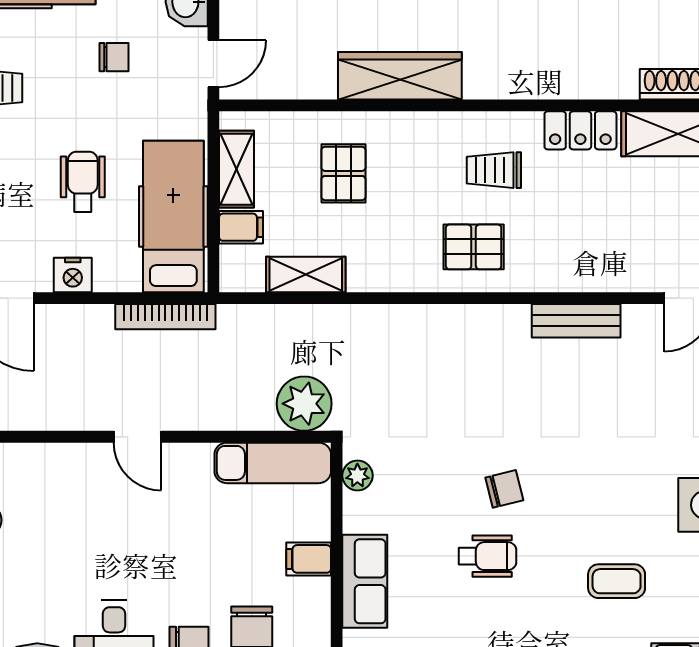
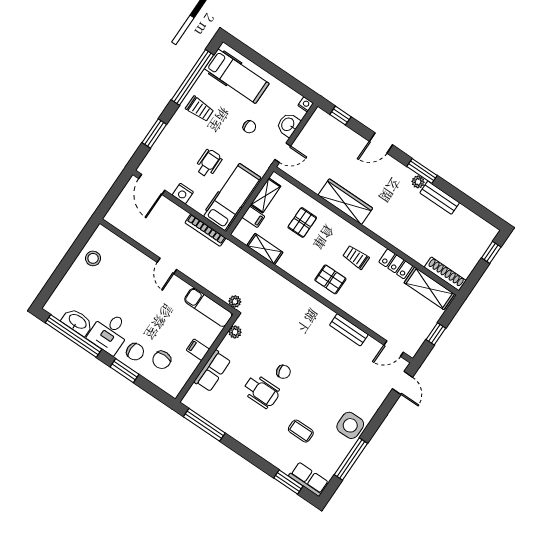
plant: (304, 404) -> (235, 302), width x0.53, depth x0.53
wheelchair: (487, 556) -> (261, 391), width x1.36, depth x1.37

